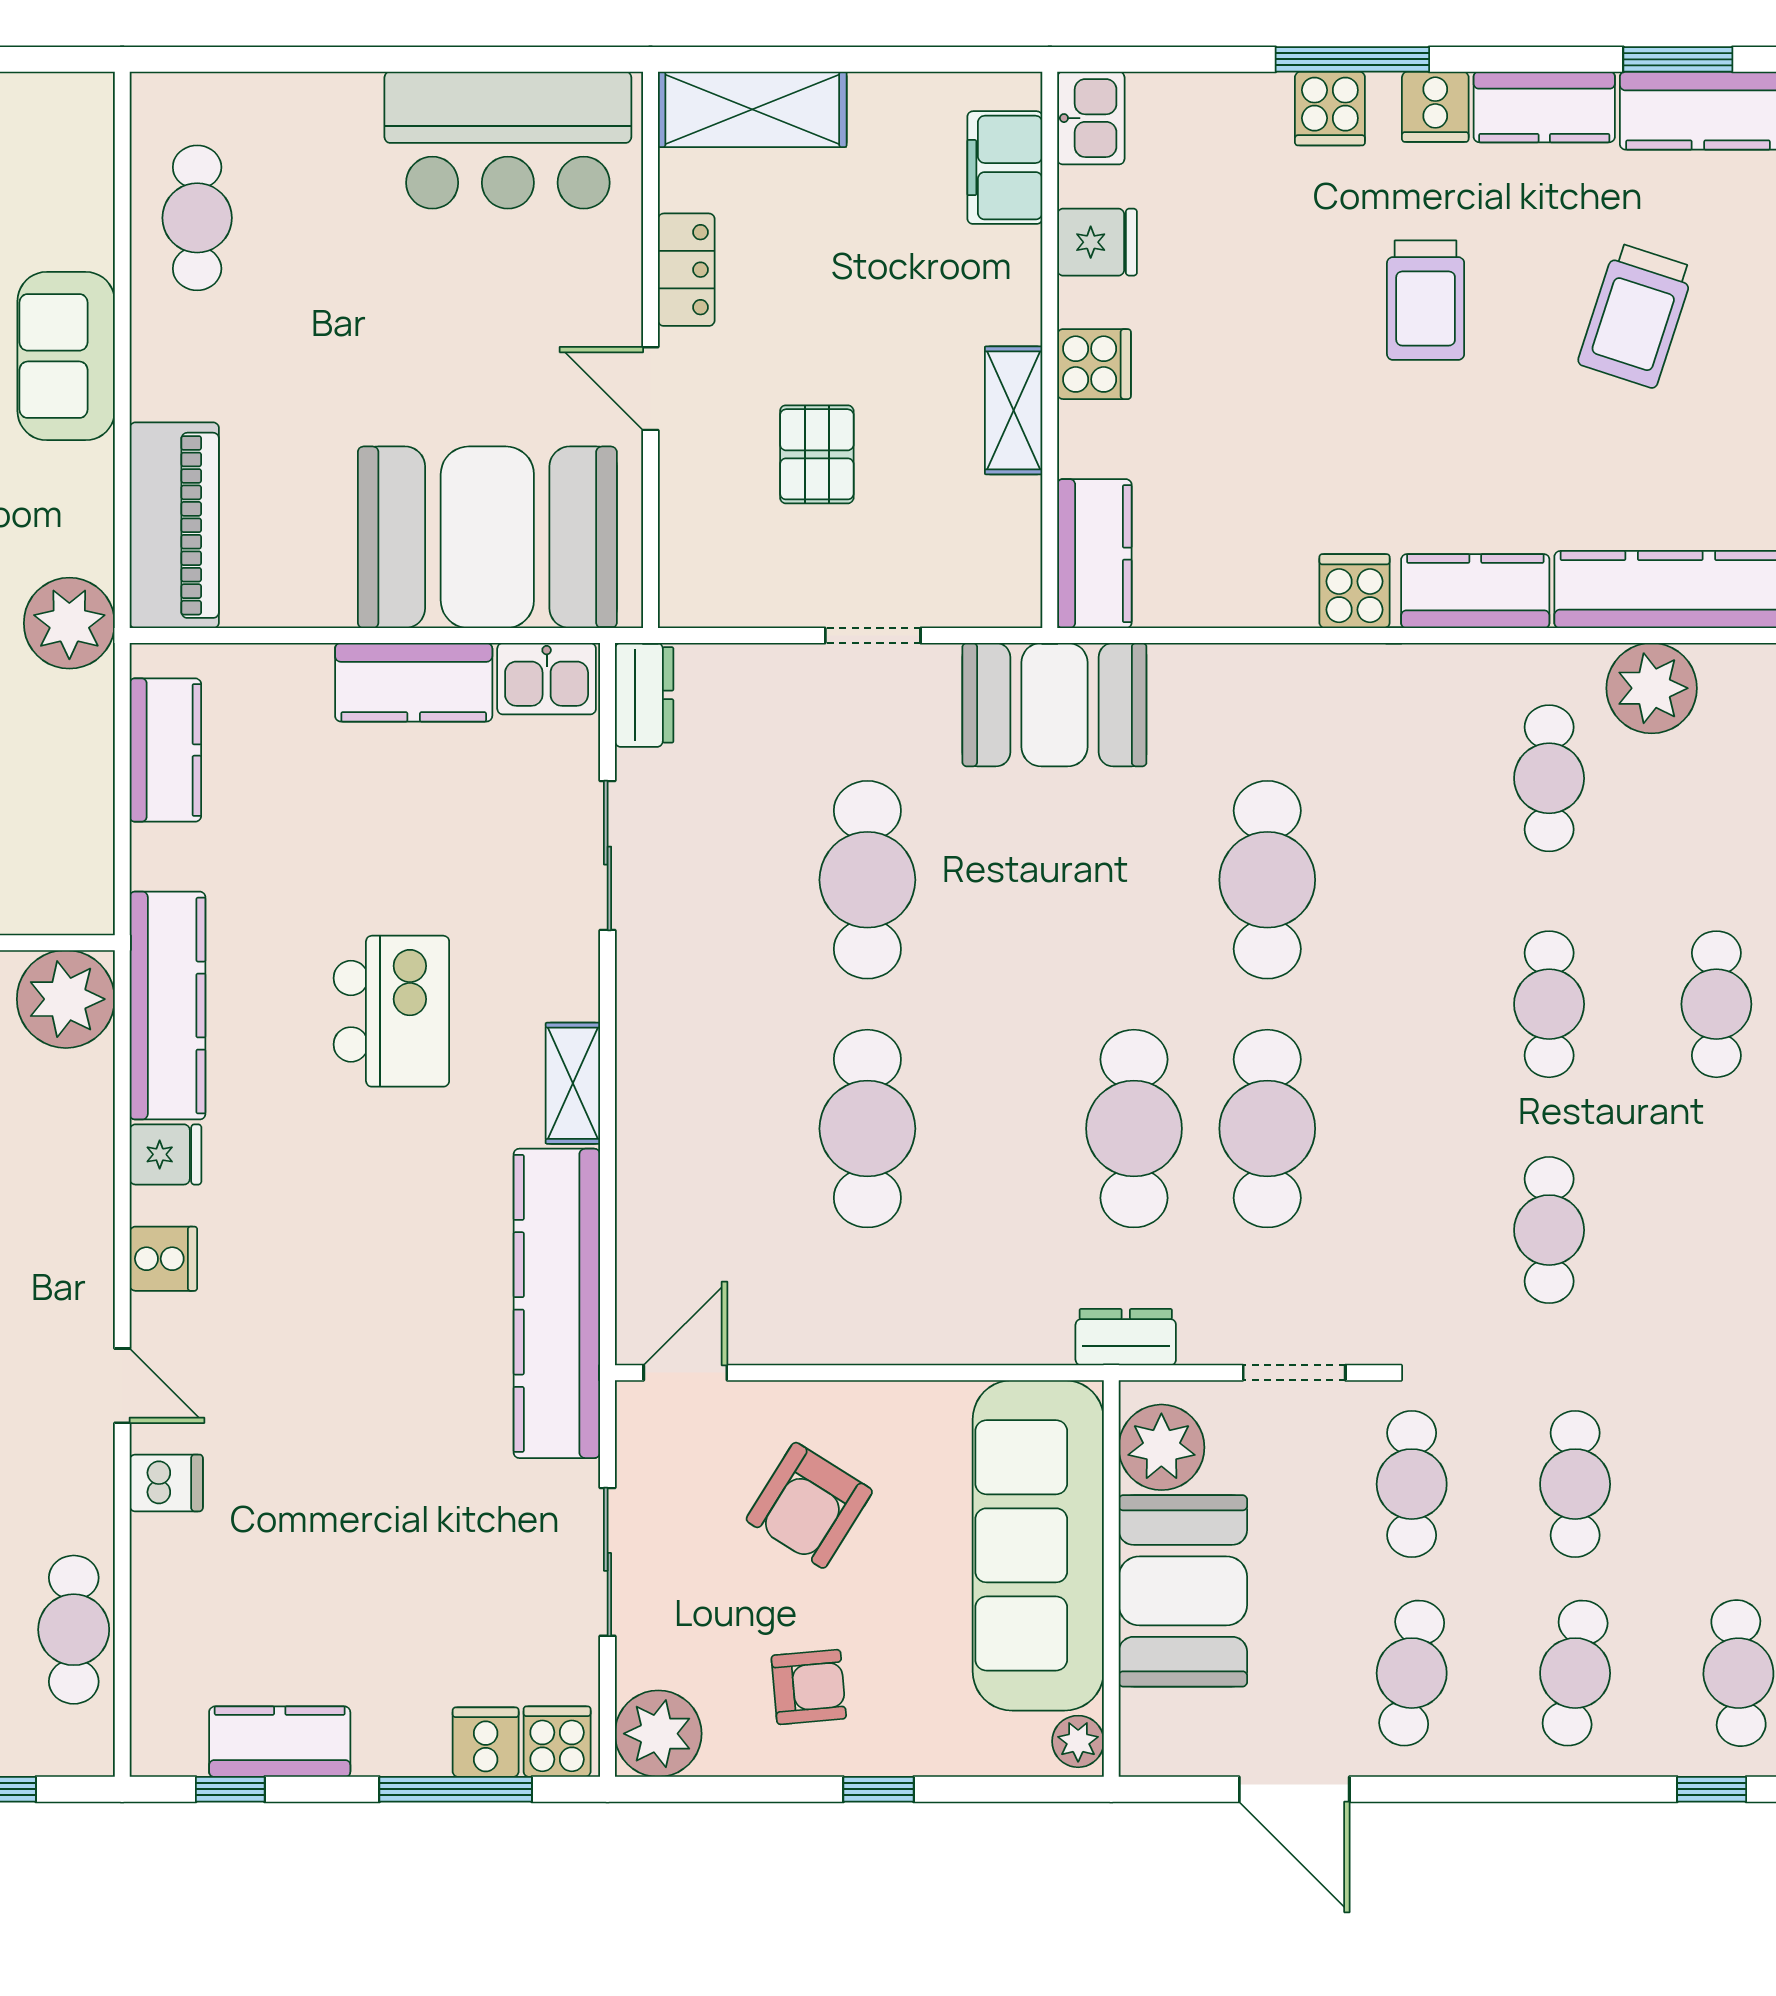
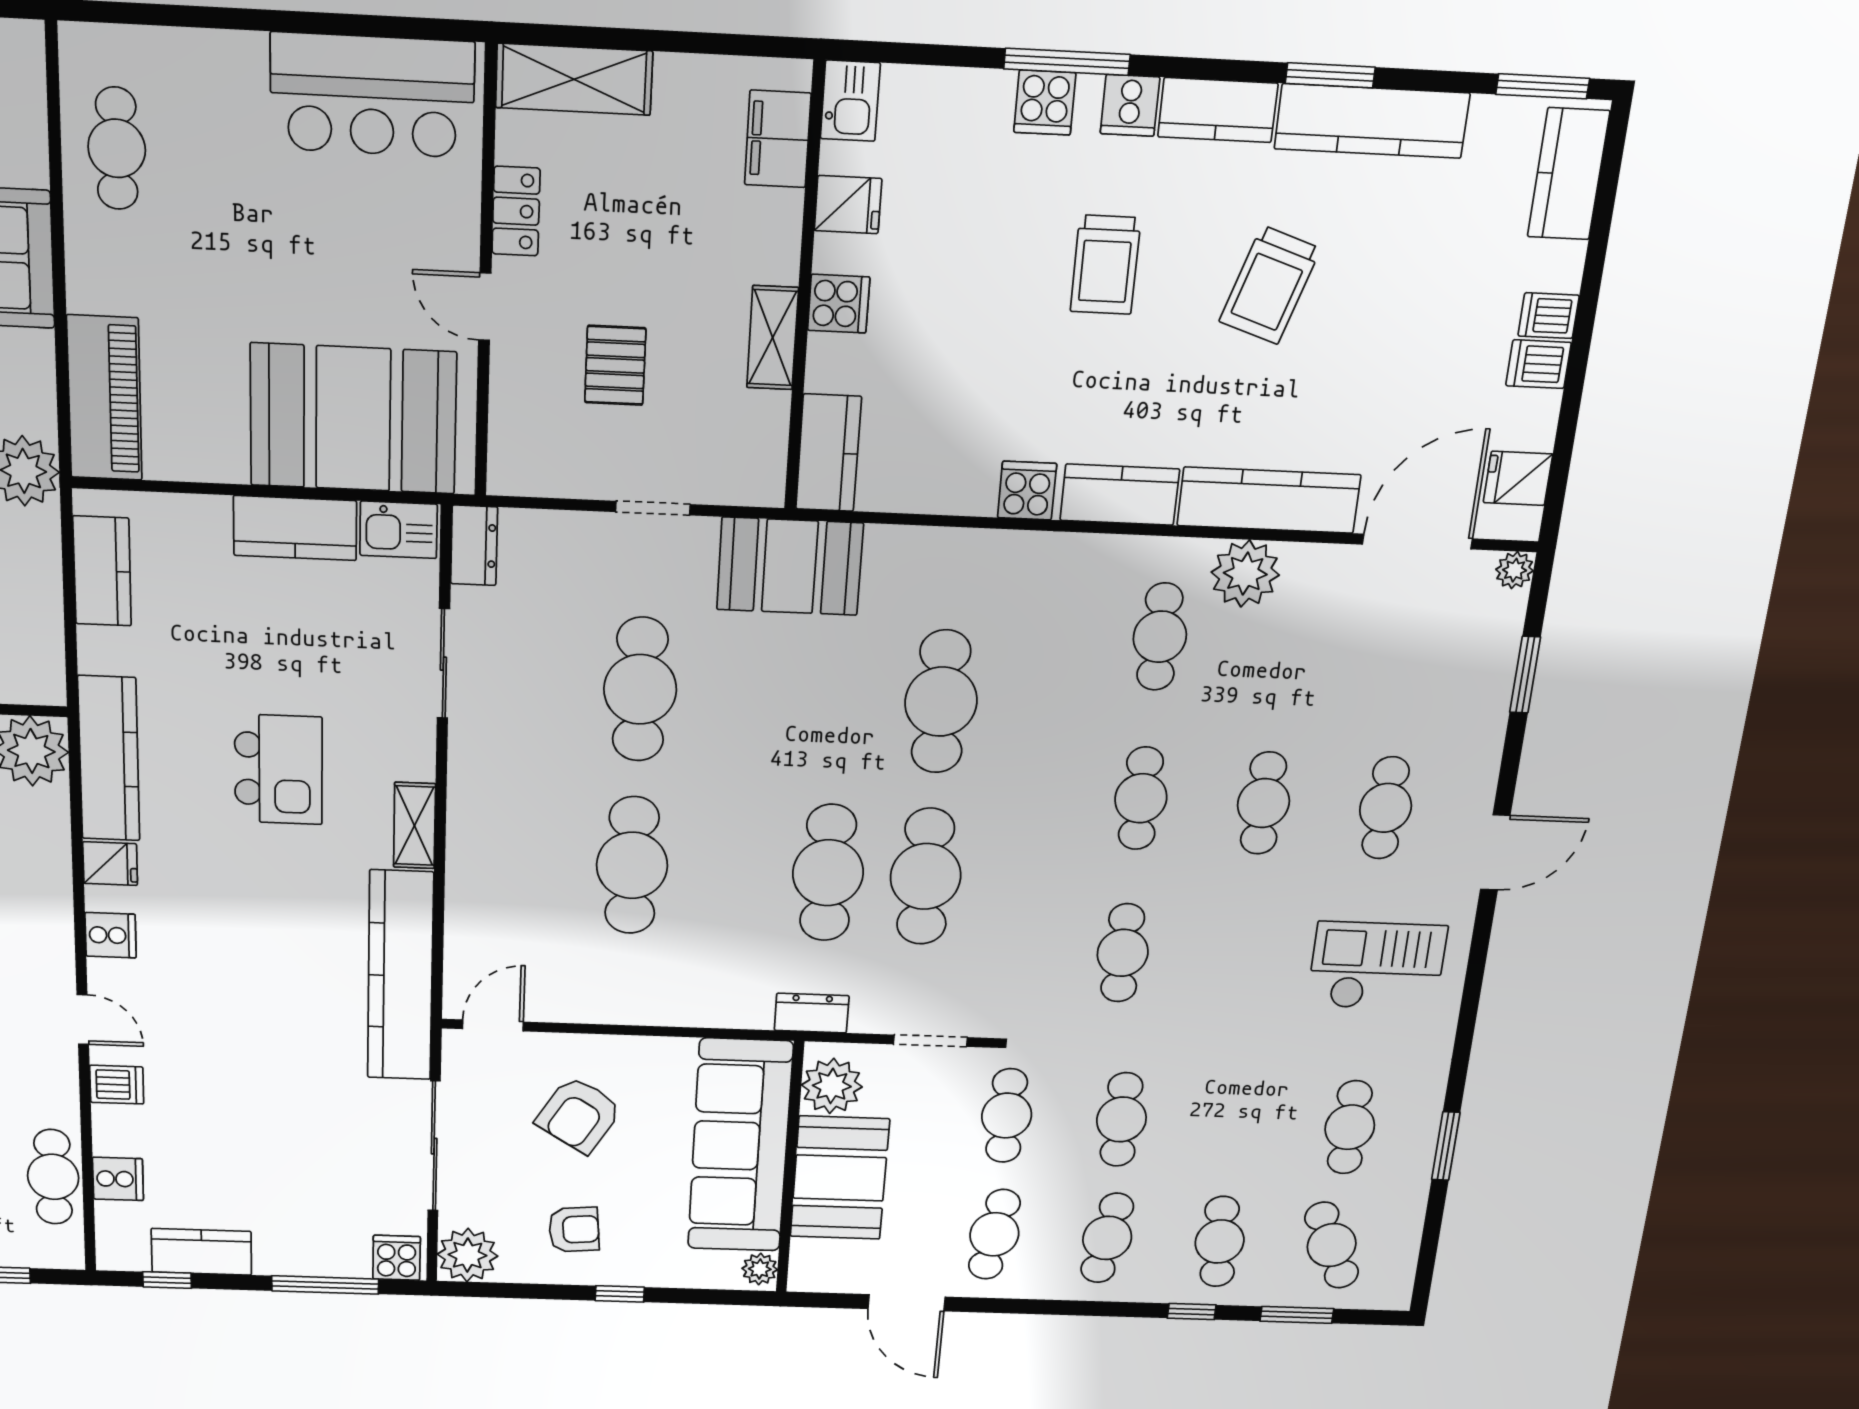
sliding door: (608, 1562) -> (434, 1146), width x1.37
cooker: (486, 1742) -> (118, 1179), moved, turned 90

